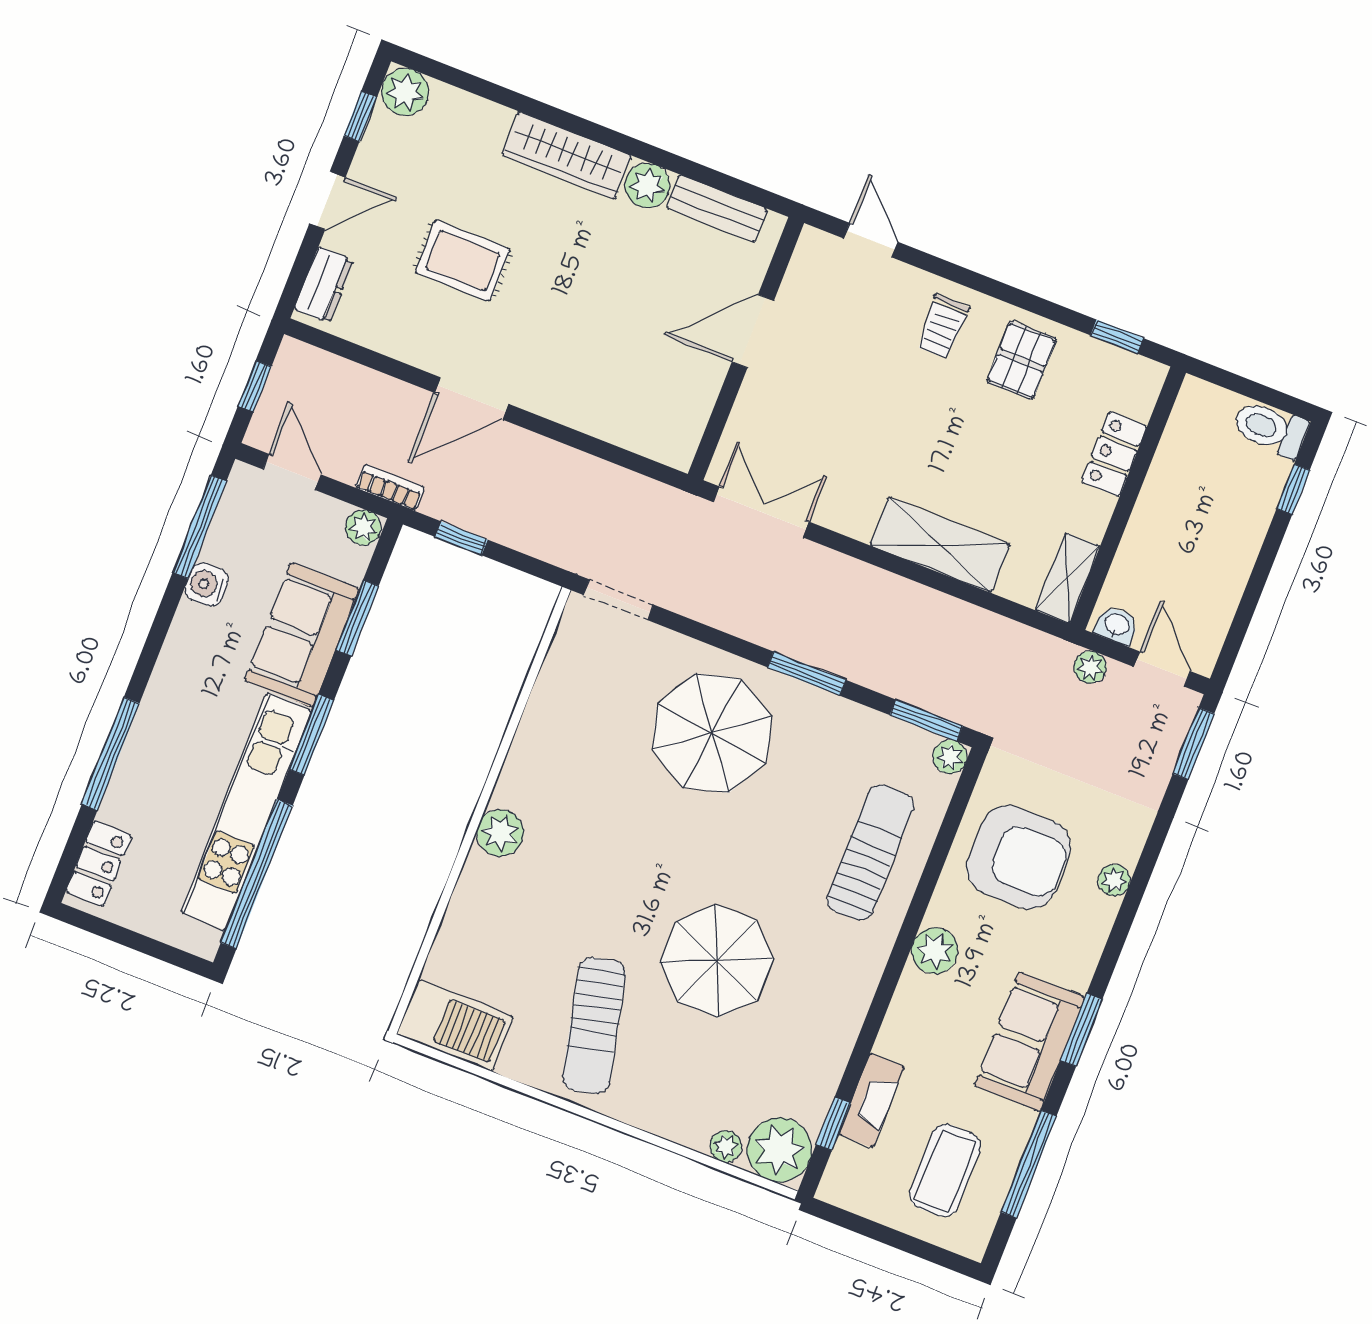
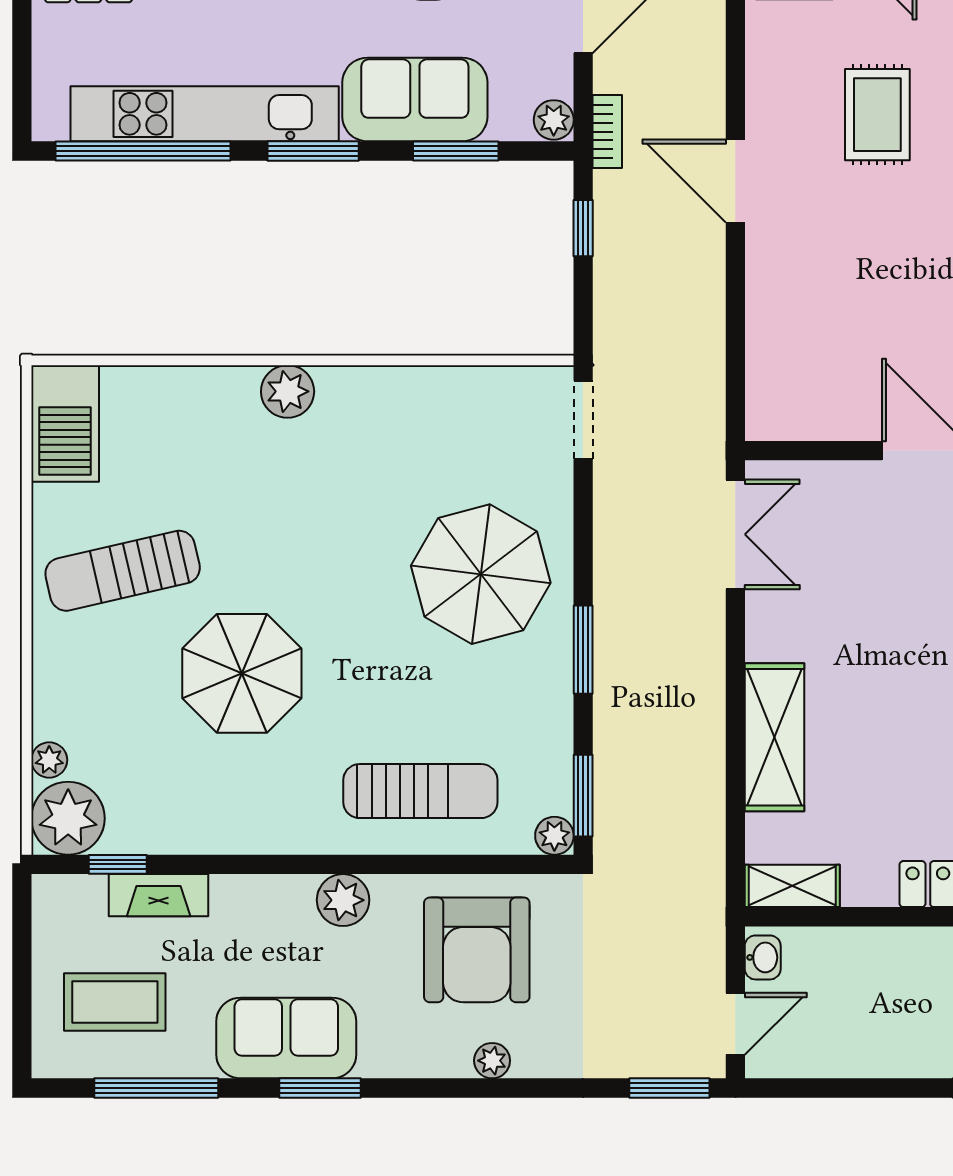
plant: (1090, 667) -> (707, 947), removed

